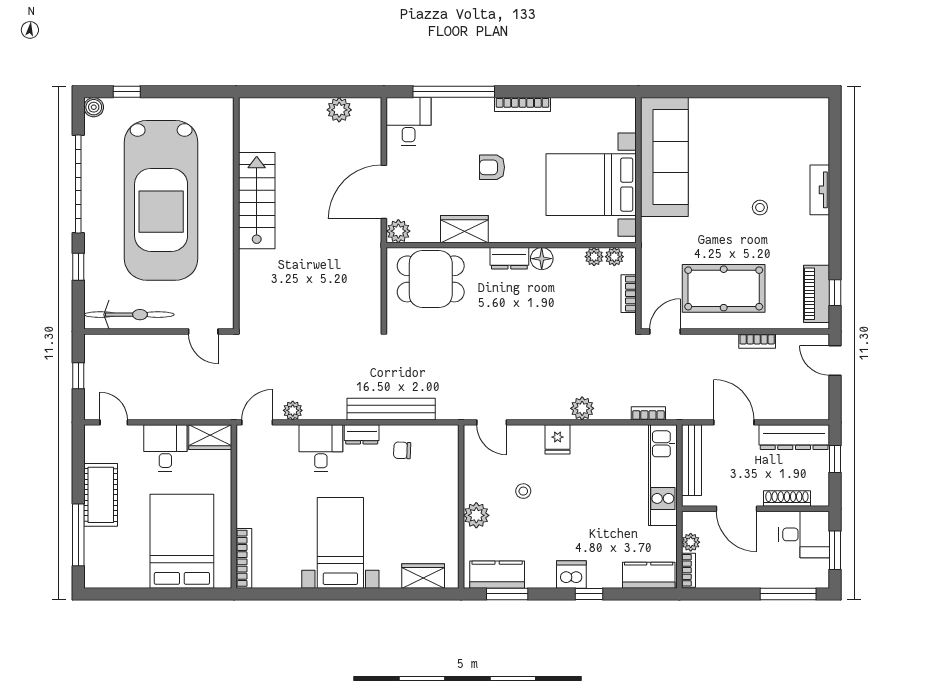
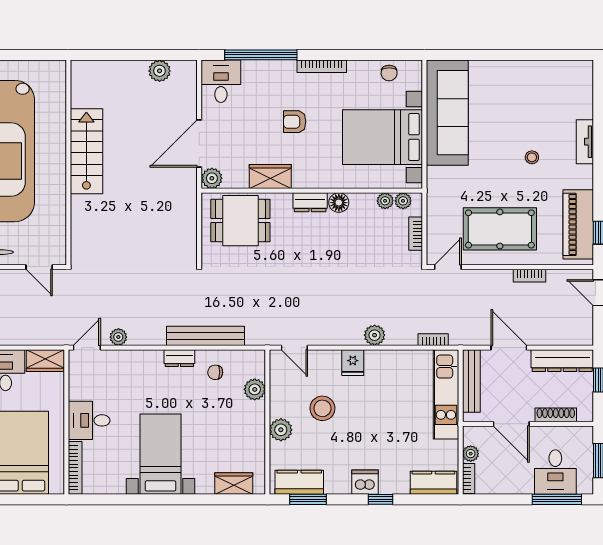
chair: (599, 112) -> (389, 73), added
piano: (816, 294) -> (578, 224), width x1.37, depth x1.33
desk: (321, 448) -> (89, 420), moved, turned -90
plant: (447, 470) -> (255, 389), added
stool: (523, 491) -> (322, 408), width x1.89, depth x1.89
desk: (804, 534) -> (555, 472), moved, turned 90

